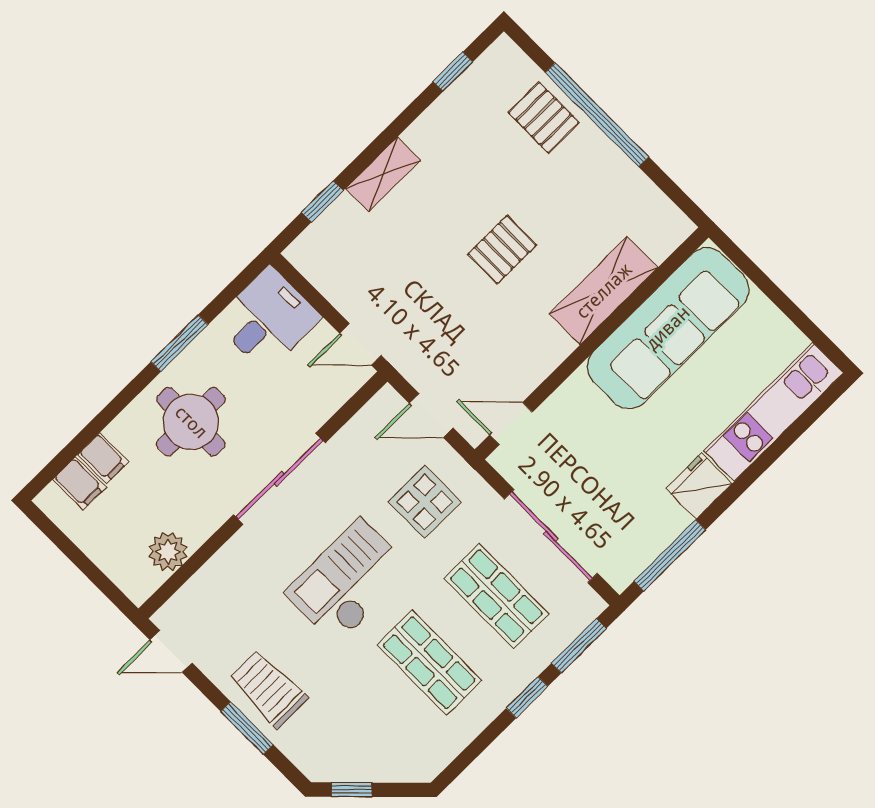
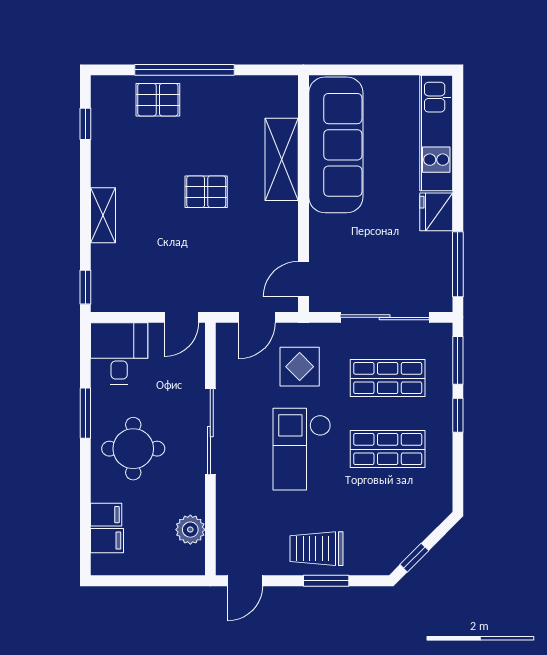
window: (322, 201) -> (85, 287), moved
pallet: (502, 250) -> (206, 192), turned 90

